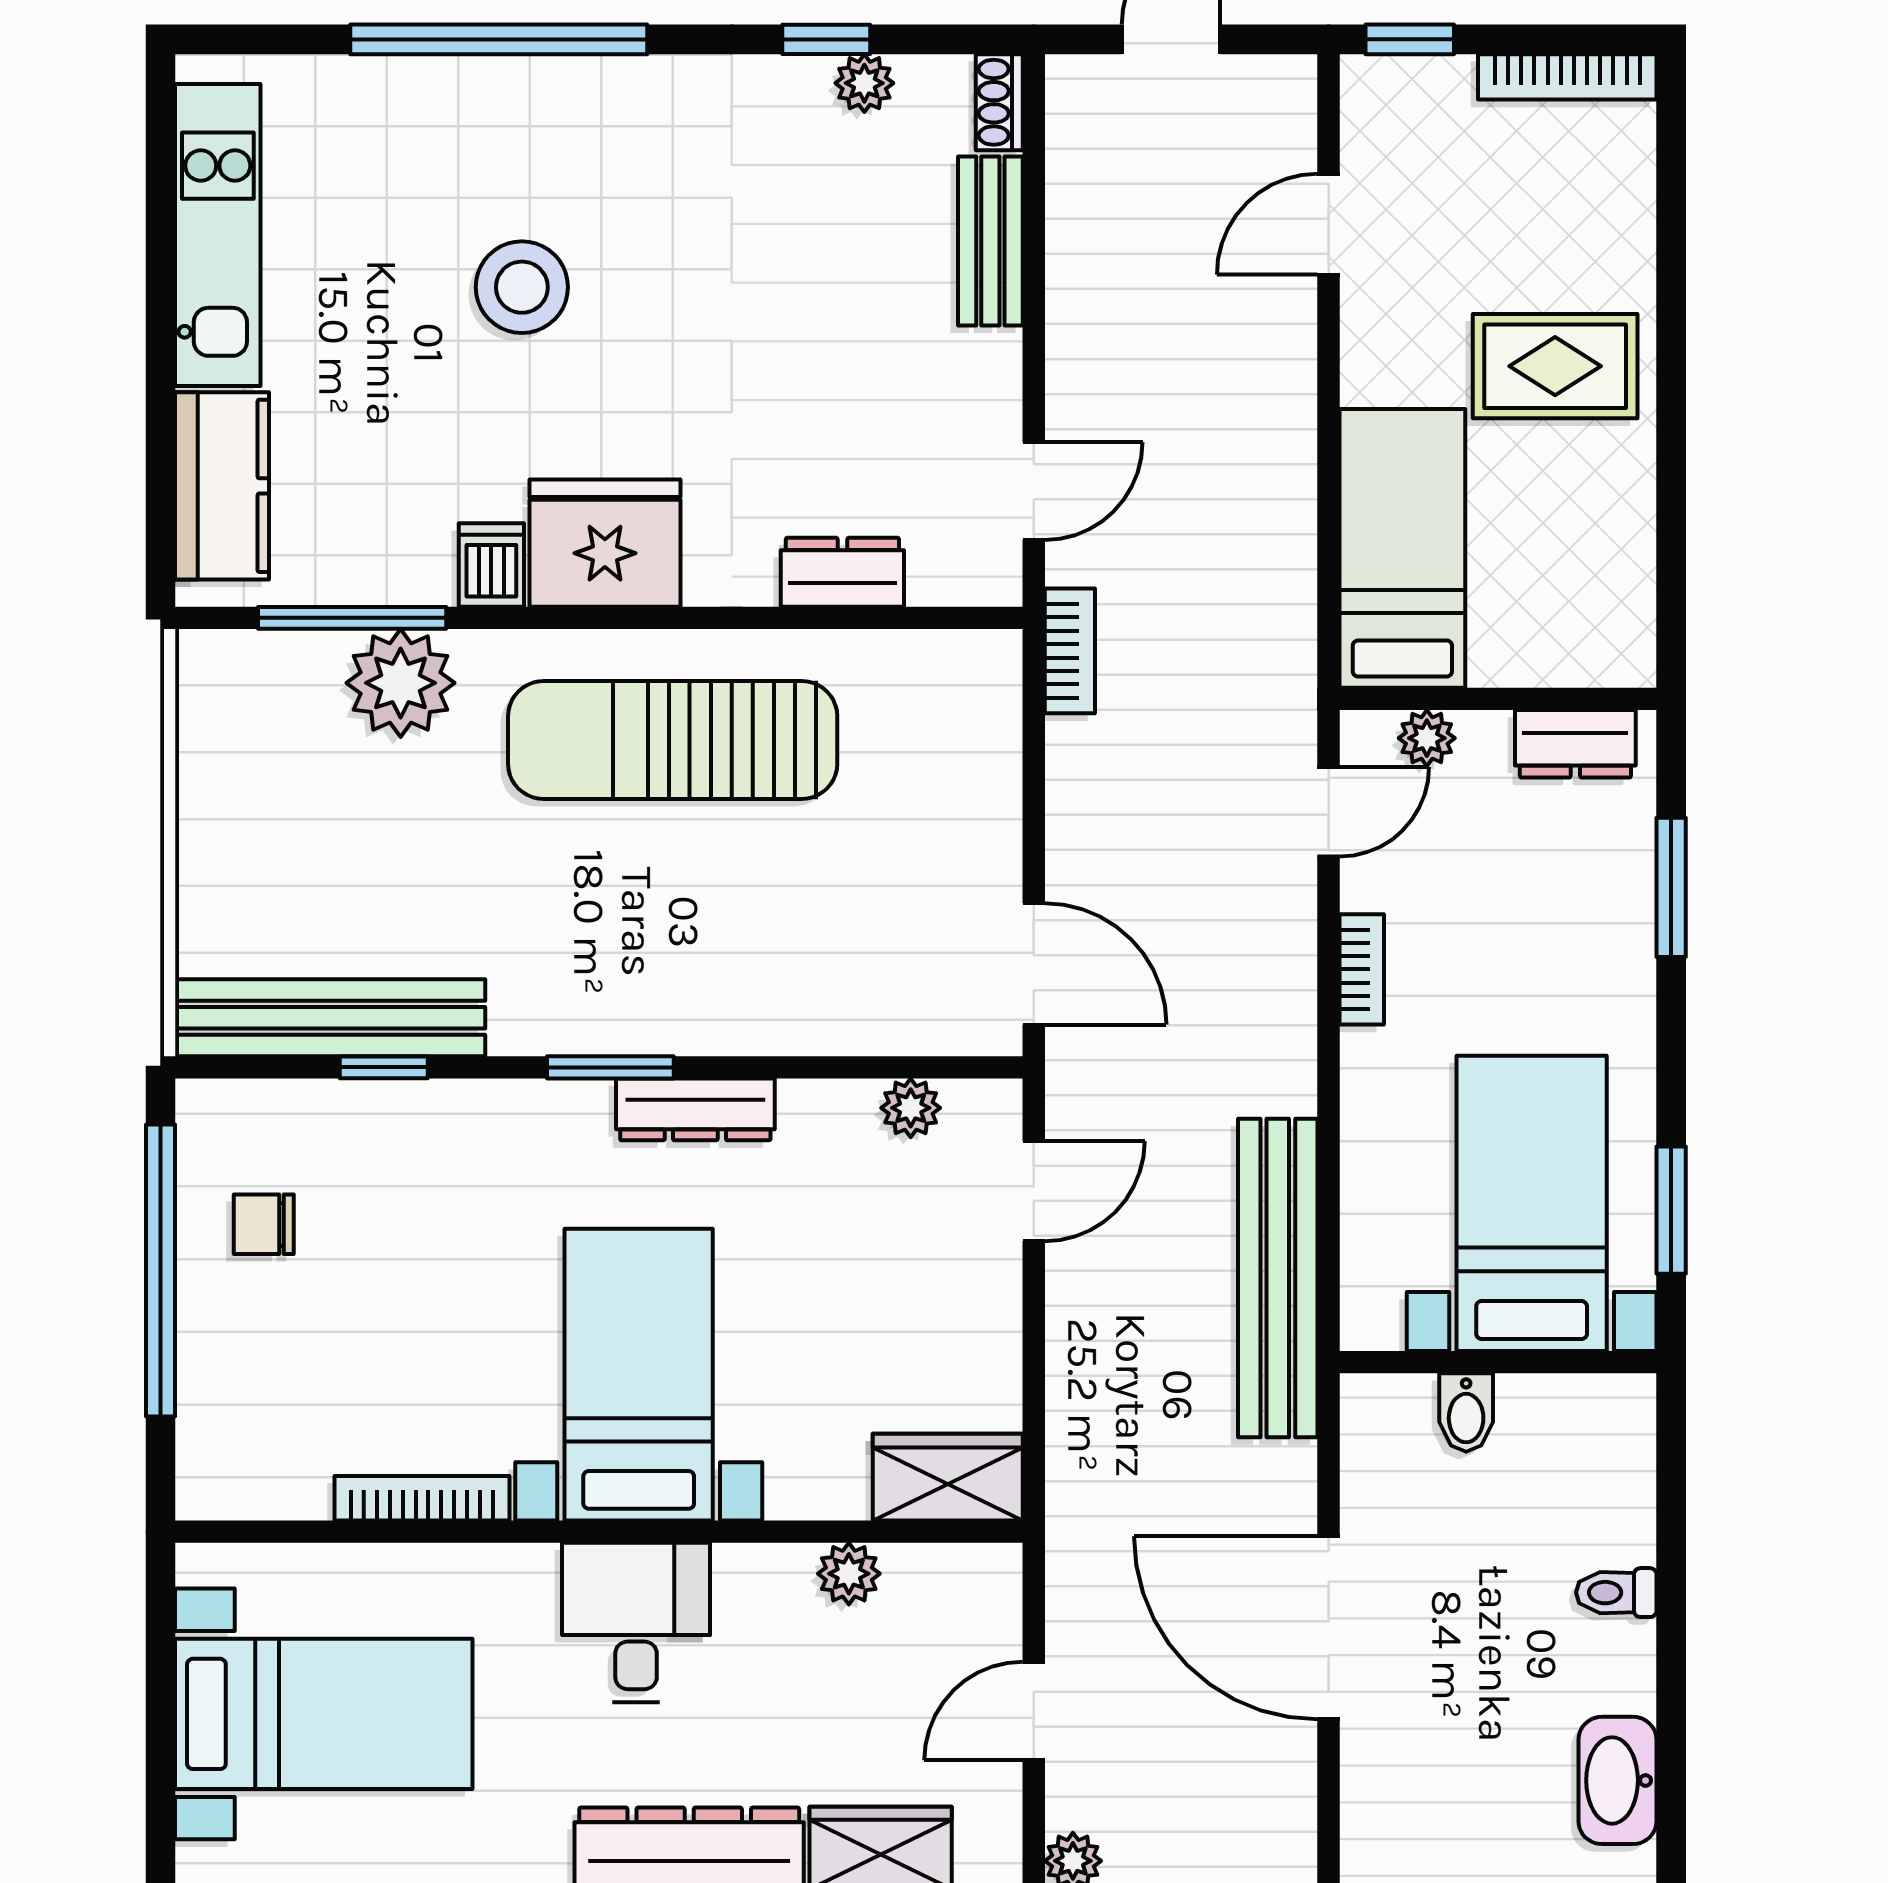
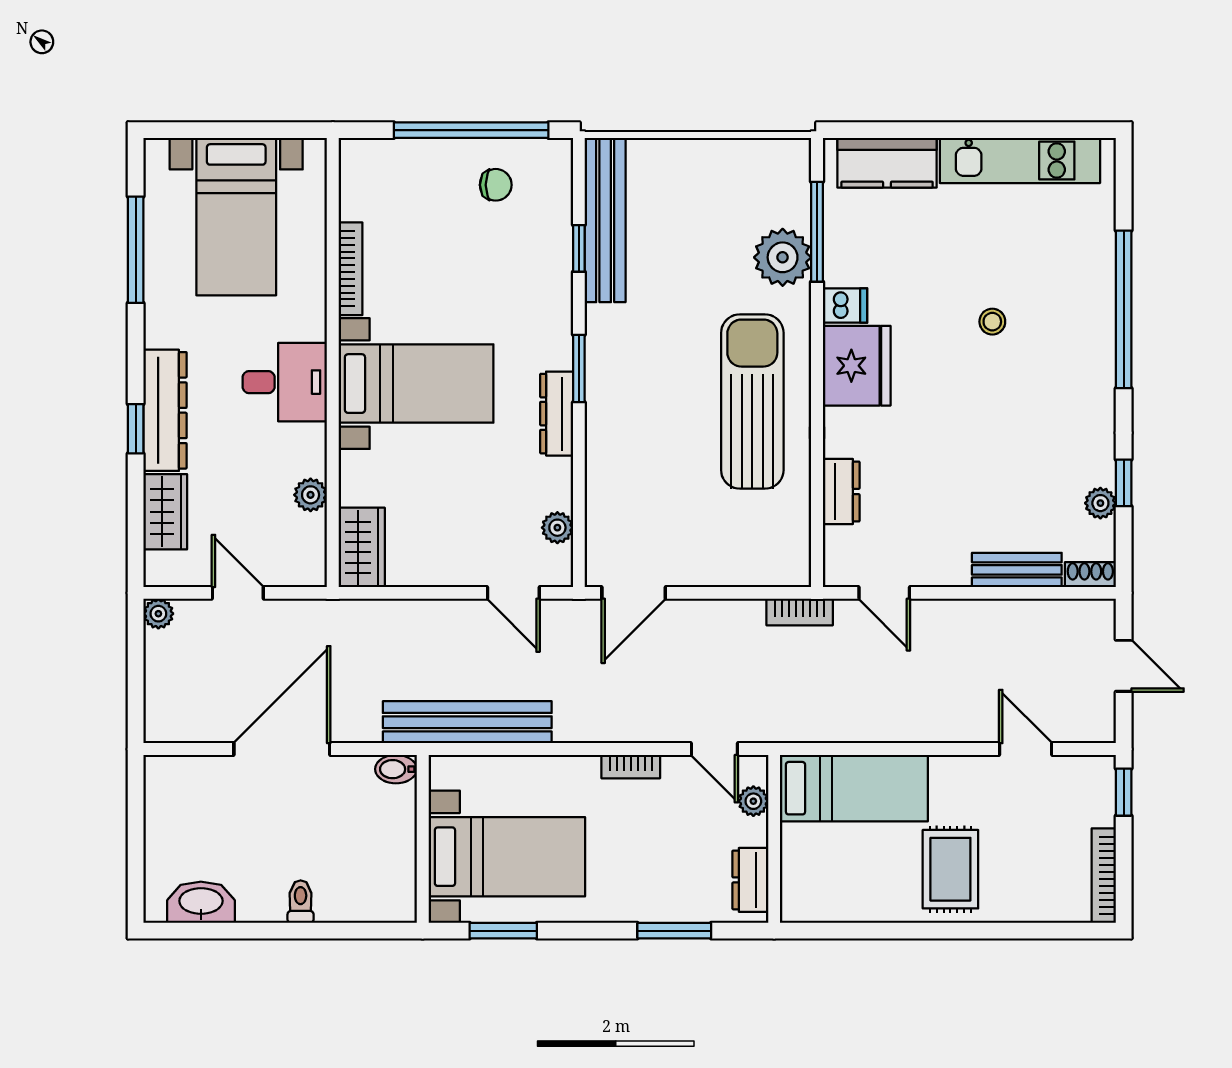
stool: (522, 287) -> (992, 322), width x0.53, depth x0.53
chair: (264, 1224) -> (496, 185), turned 90
bidet: (1466, 1413) -> (396, 769), moved

